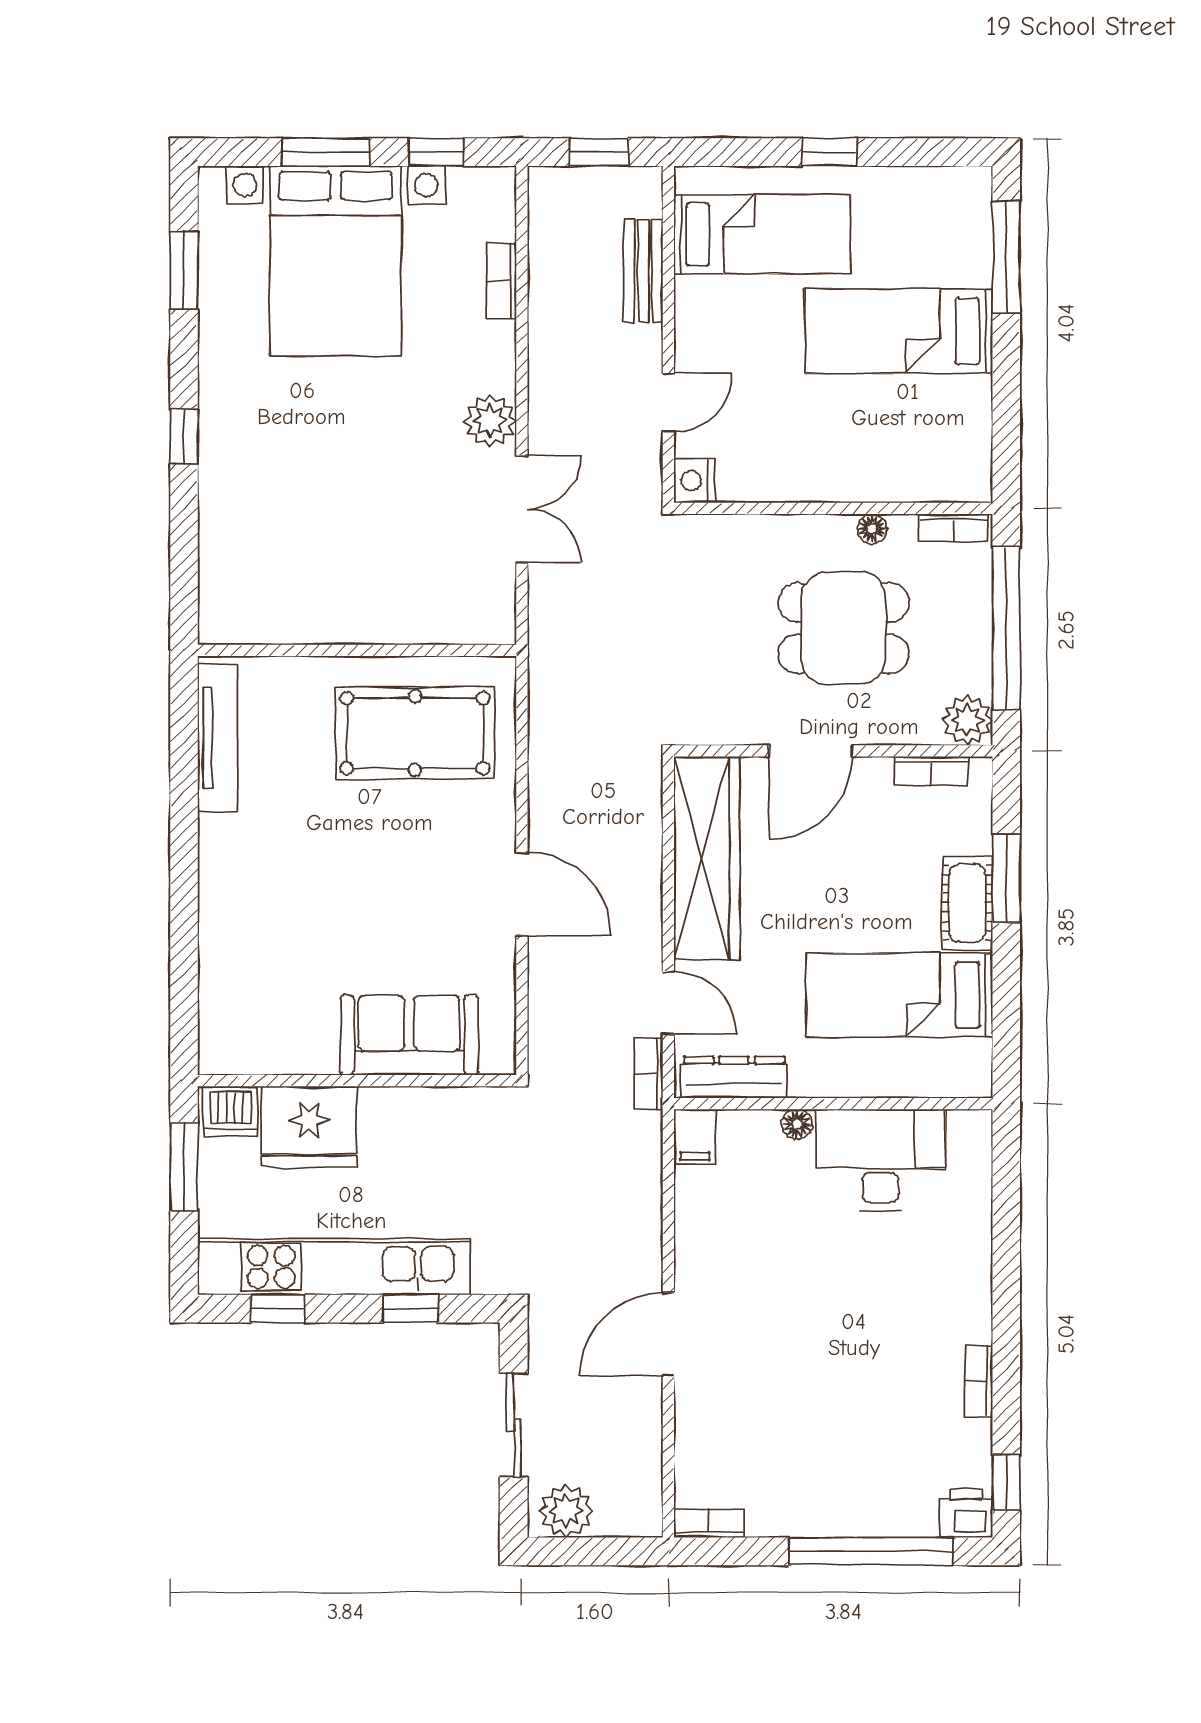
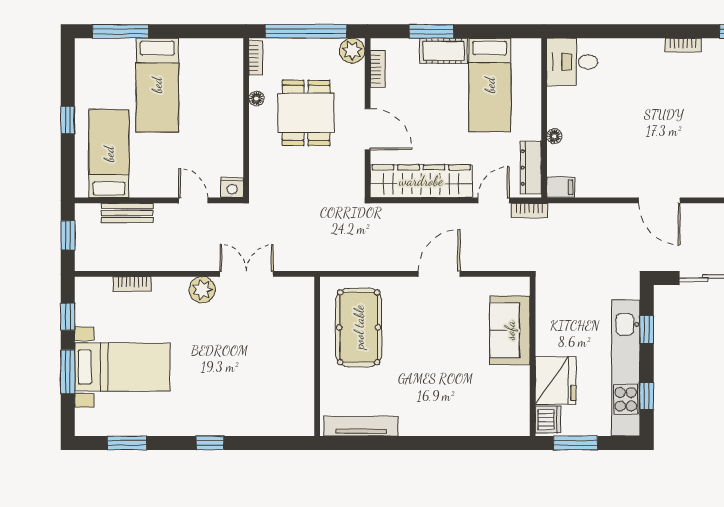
bed with nightstands: (336, 261) -> (122, 367), width x0.73
desk: (880, 1160) -> (572, 62), moved, width x0.73

